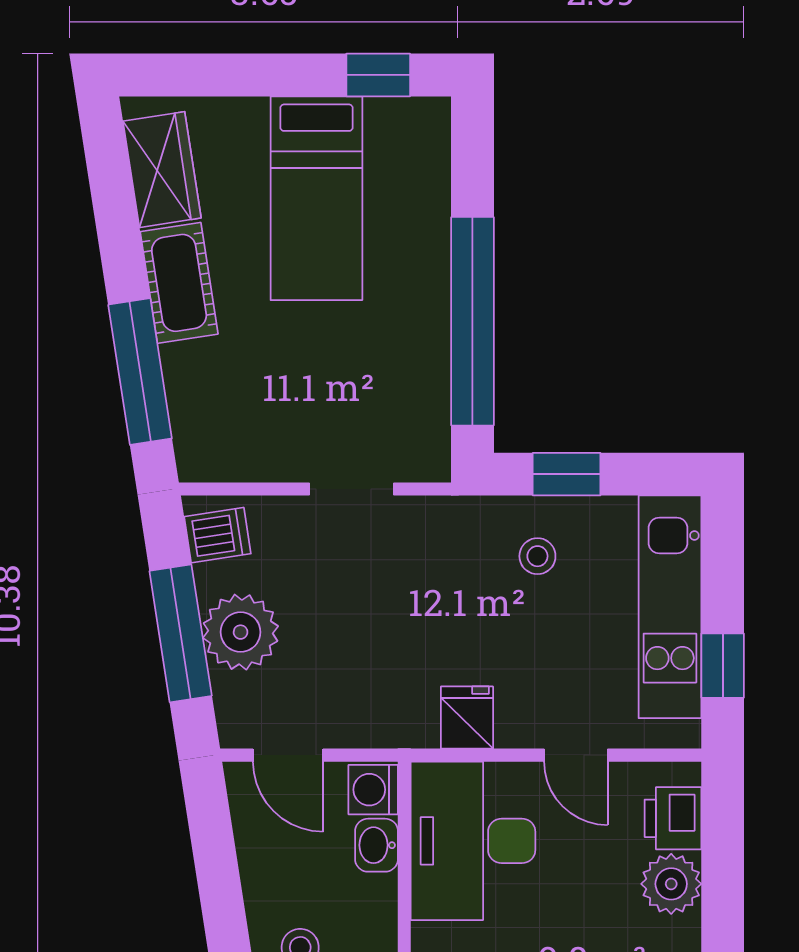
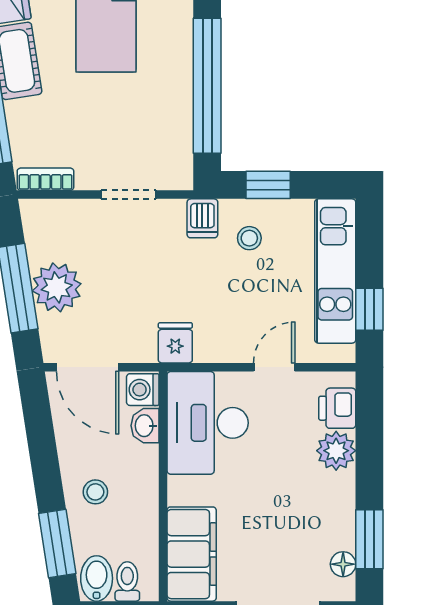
bookcase: (223, 465) -> (45, 179), added
dishwasher: (218, 535) -> (202, 218), moved, turned 99
fridge: (467, 718) -> (175, 343), moved
door: (288, 755) -> (88, 367), width x1.38
door: (576, 755) -> (274, 367), swing flipped

